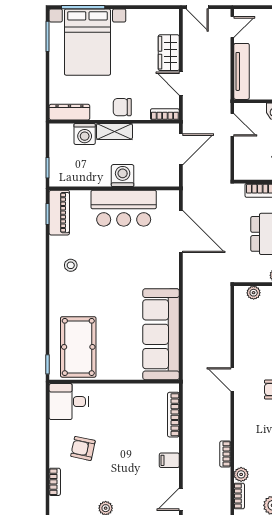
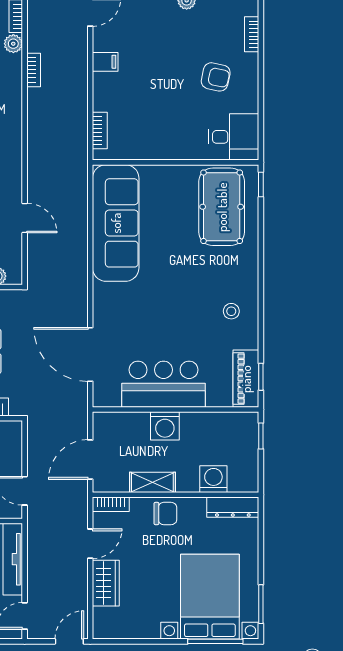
door: (197, 7) -> (69, 641), hinge flipped
door: (181, 84) -> (90, 544), hinge flipped
shelving: (114, 131) -> (152, 482), moved
door: (232, 379) -> (25, 218), moved
bookcase: (173, 415) -> (100, 131), width x0.64

